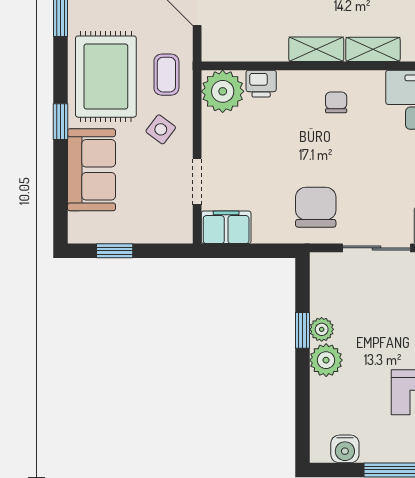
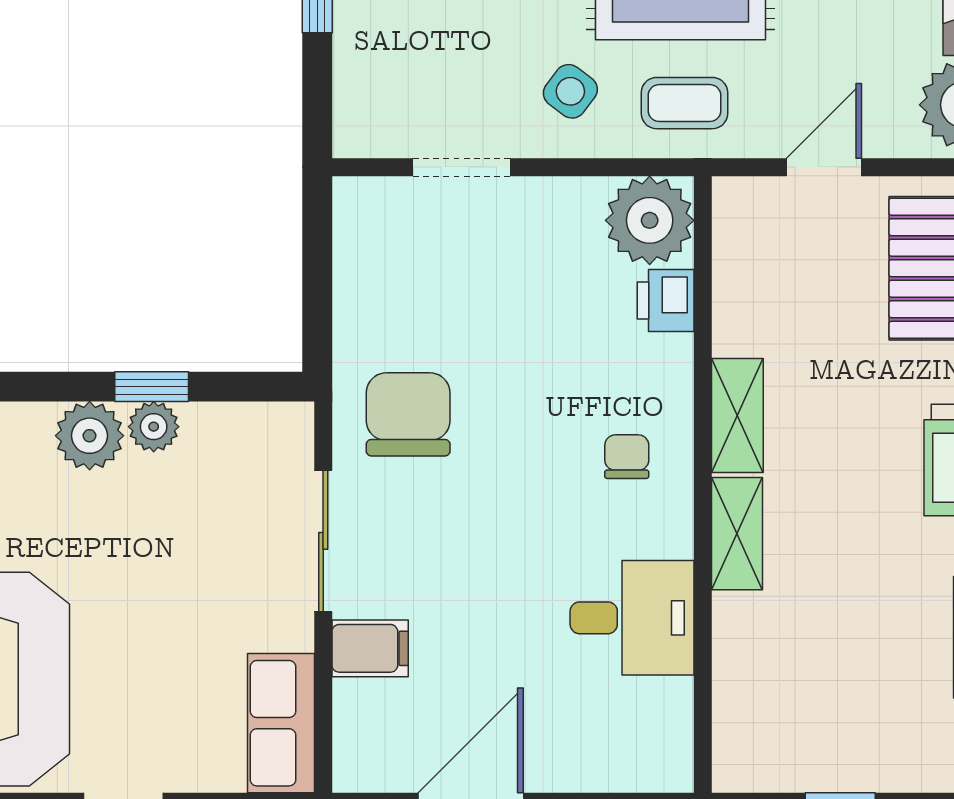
chair: (336, 102) -> (627, 457), turned -90
chair: (316, 207) -> (408, 414), turned -90
filing cabinet: (226, 227) -> (366, 227), removed

